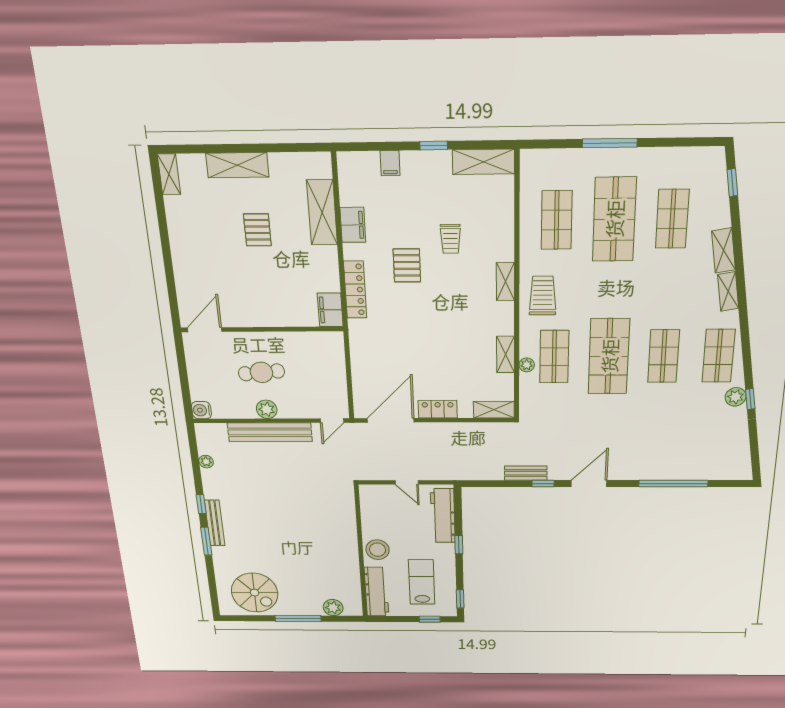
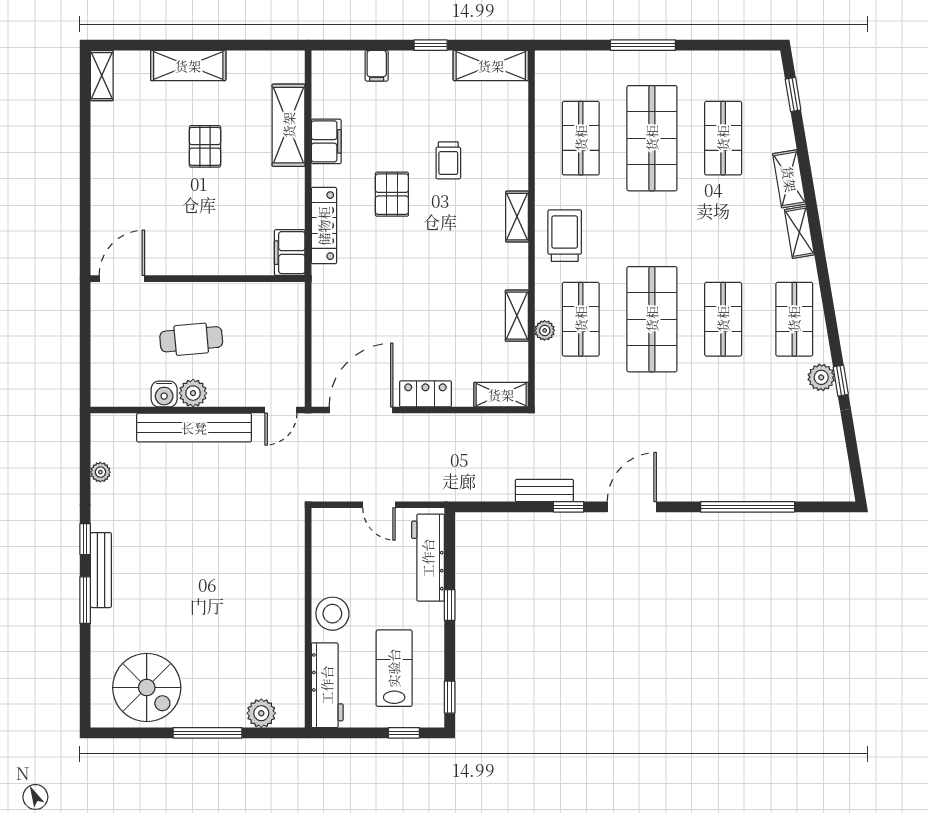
water cooler: (201, 410) -> (164, 394), moved, turned -90

